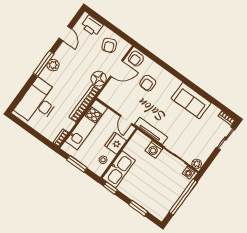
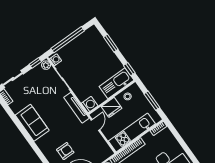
washing machine: (154, 149) -> (90, 105), moved
window: (208, 163) -> (35, 63), added

